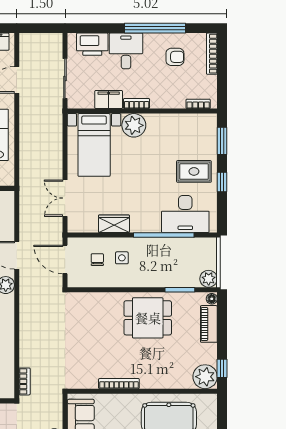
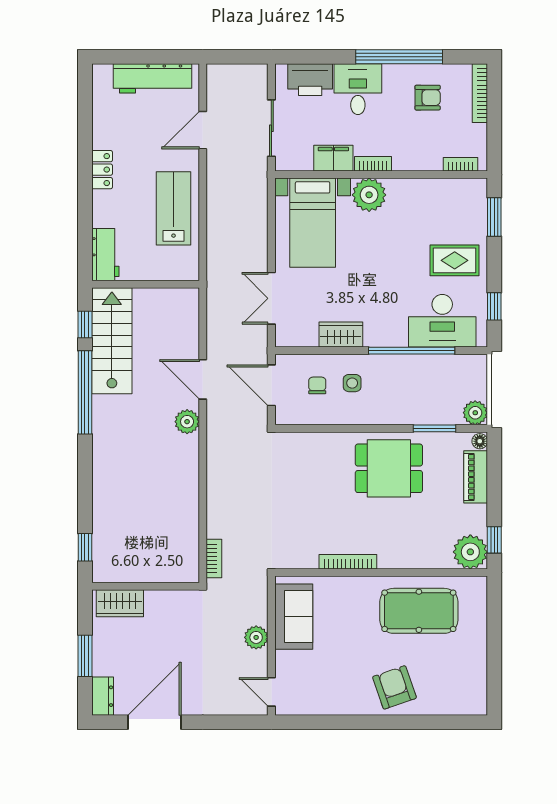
window: (222, 182) -> (494, 306), moved

